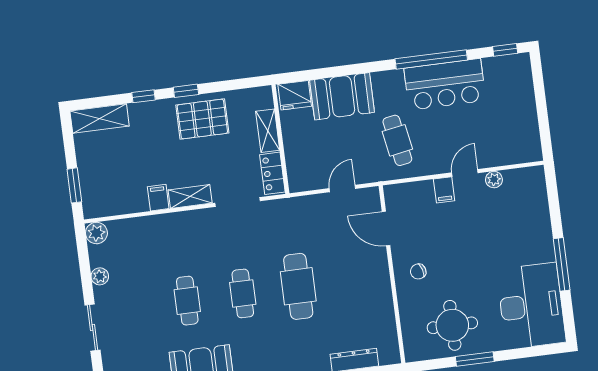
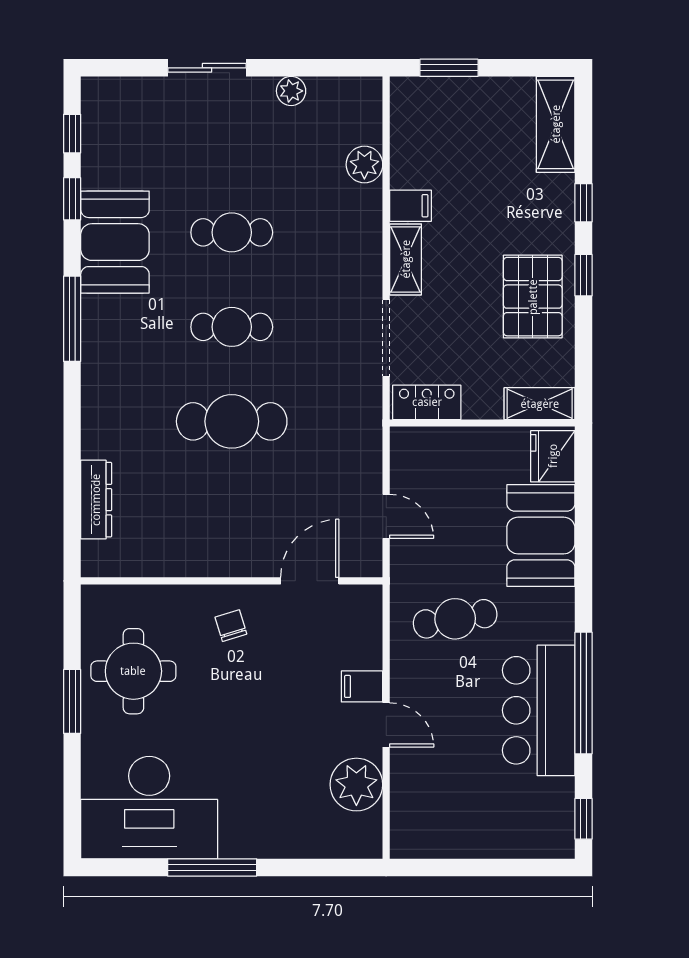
shelving: (268, 131) -> (540, 404), moved
plant: (494, 180) -> (356, 785), width x1.87, depth x1.87
plant: (96, 233) -> (364, 165), moved

